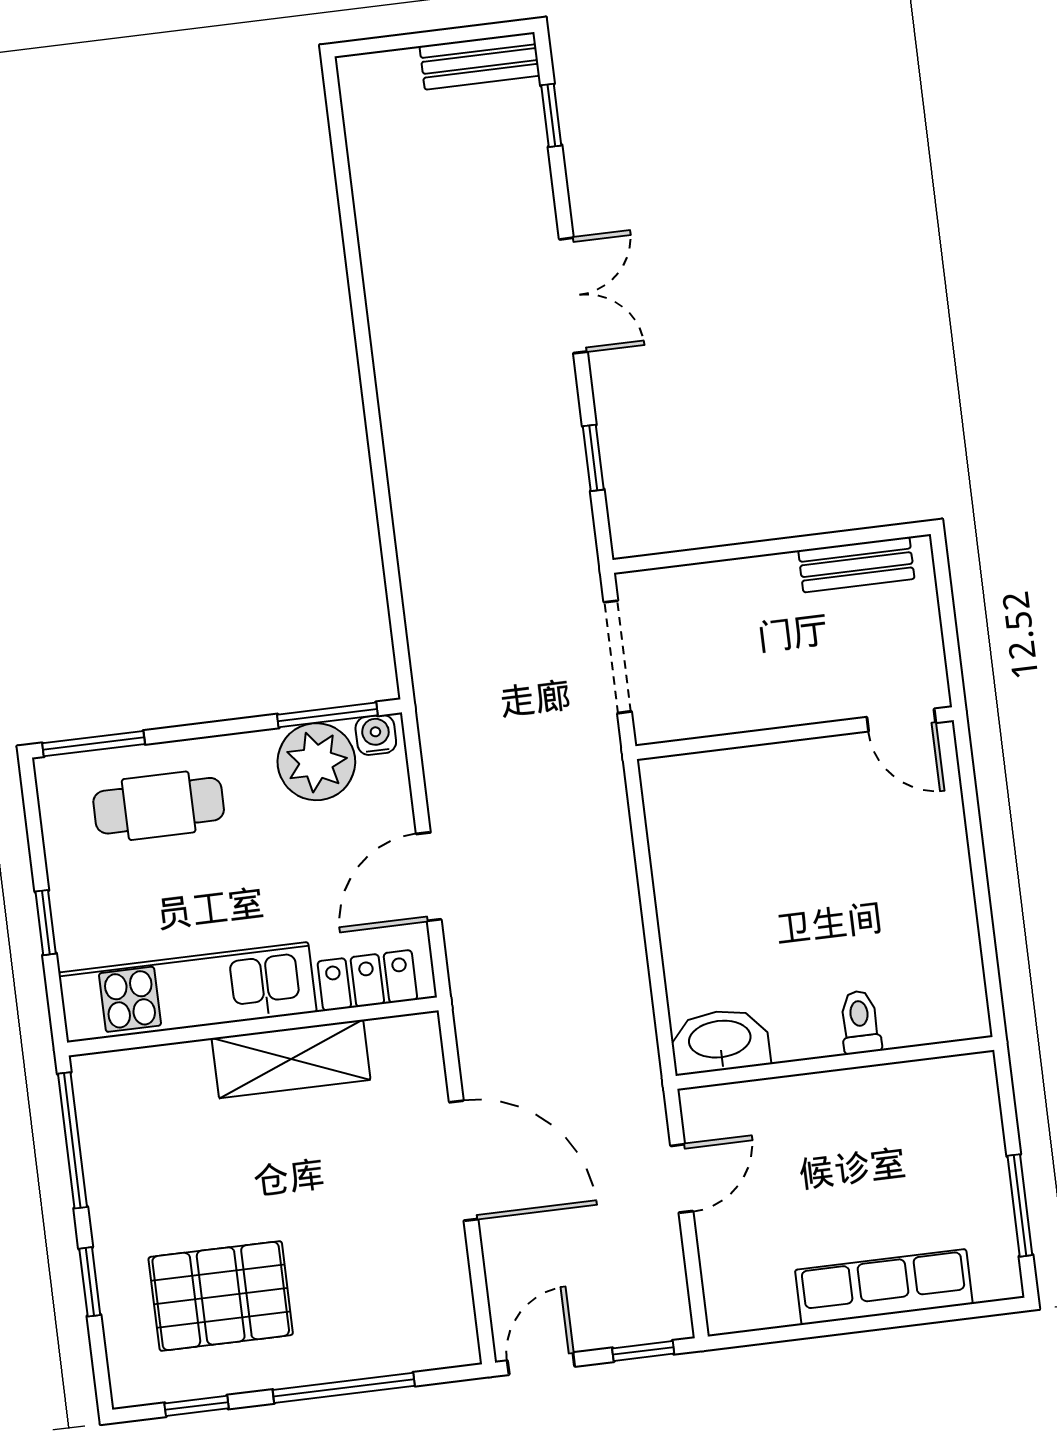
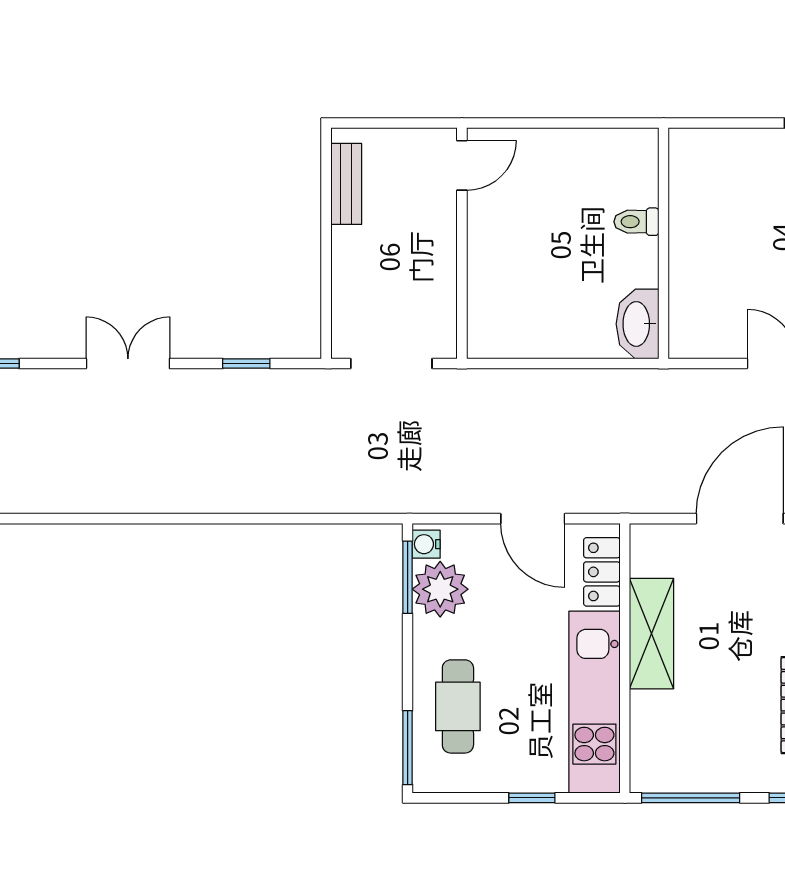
toilet: (860, 1022) -> (636, 222), moved
washbasin: (720, 1041) -> (638, 324), moved
wall: (835, 1063) -> (664, 243), moved

